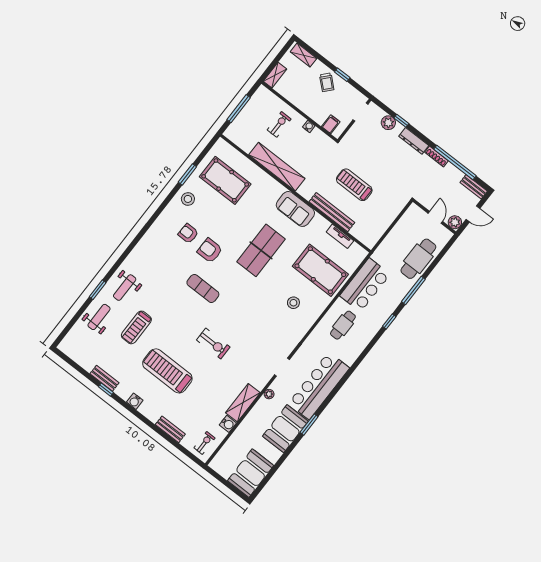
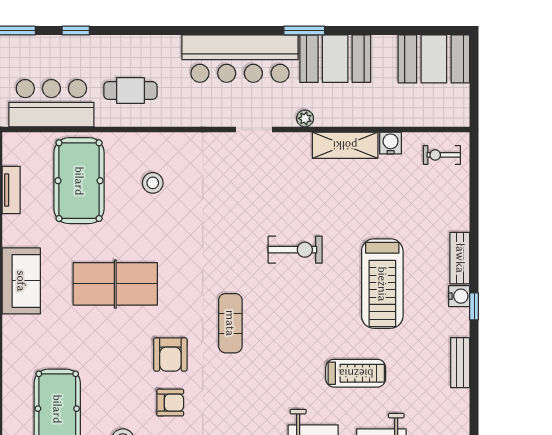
armchair: (188, 233) -> (170, 403), turned -91
exercise bike: (213, 344) -> (295, 250), turned 90
window: (106, 390) -> (474, 306), moved
bench: (170, 429) -> (460, 258), moved

